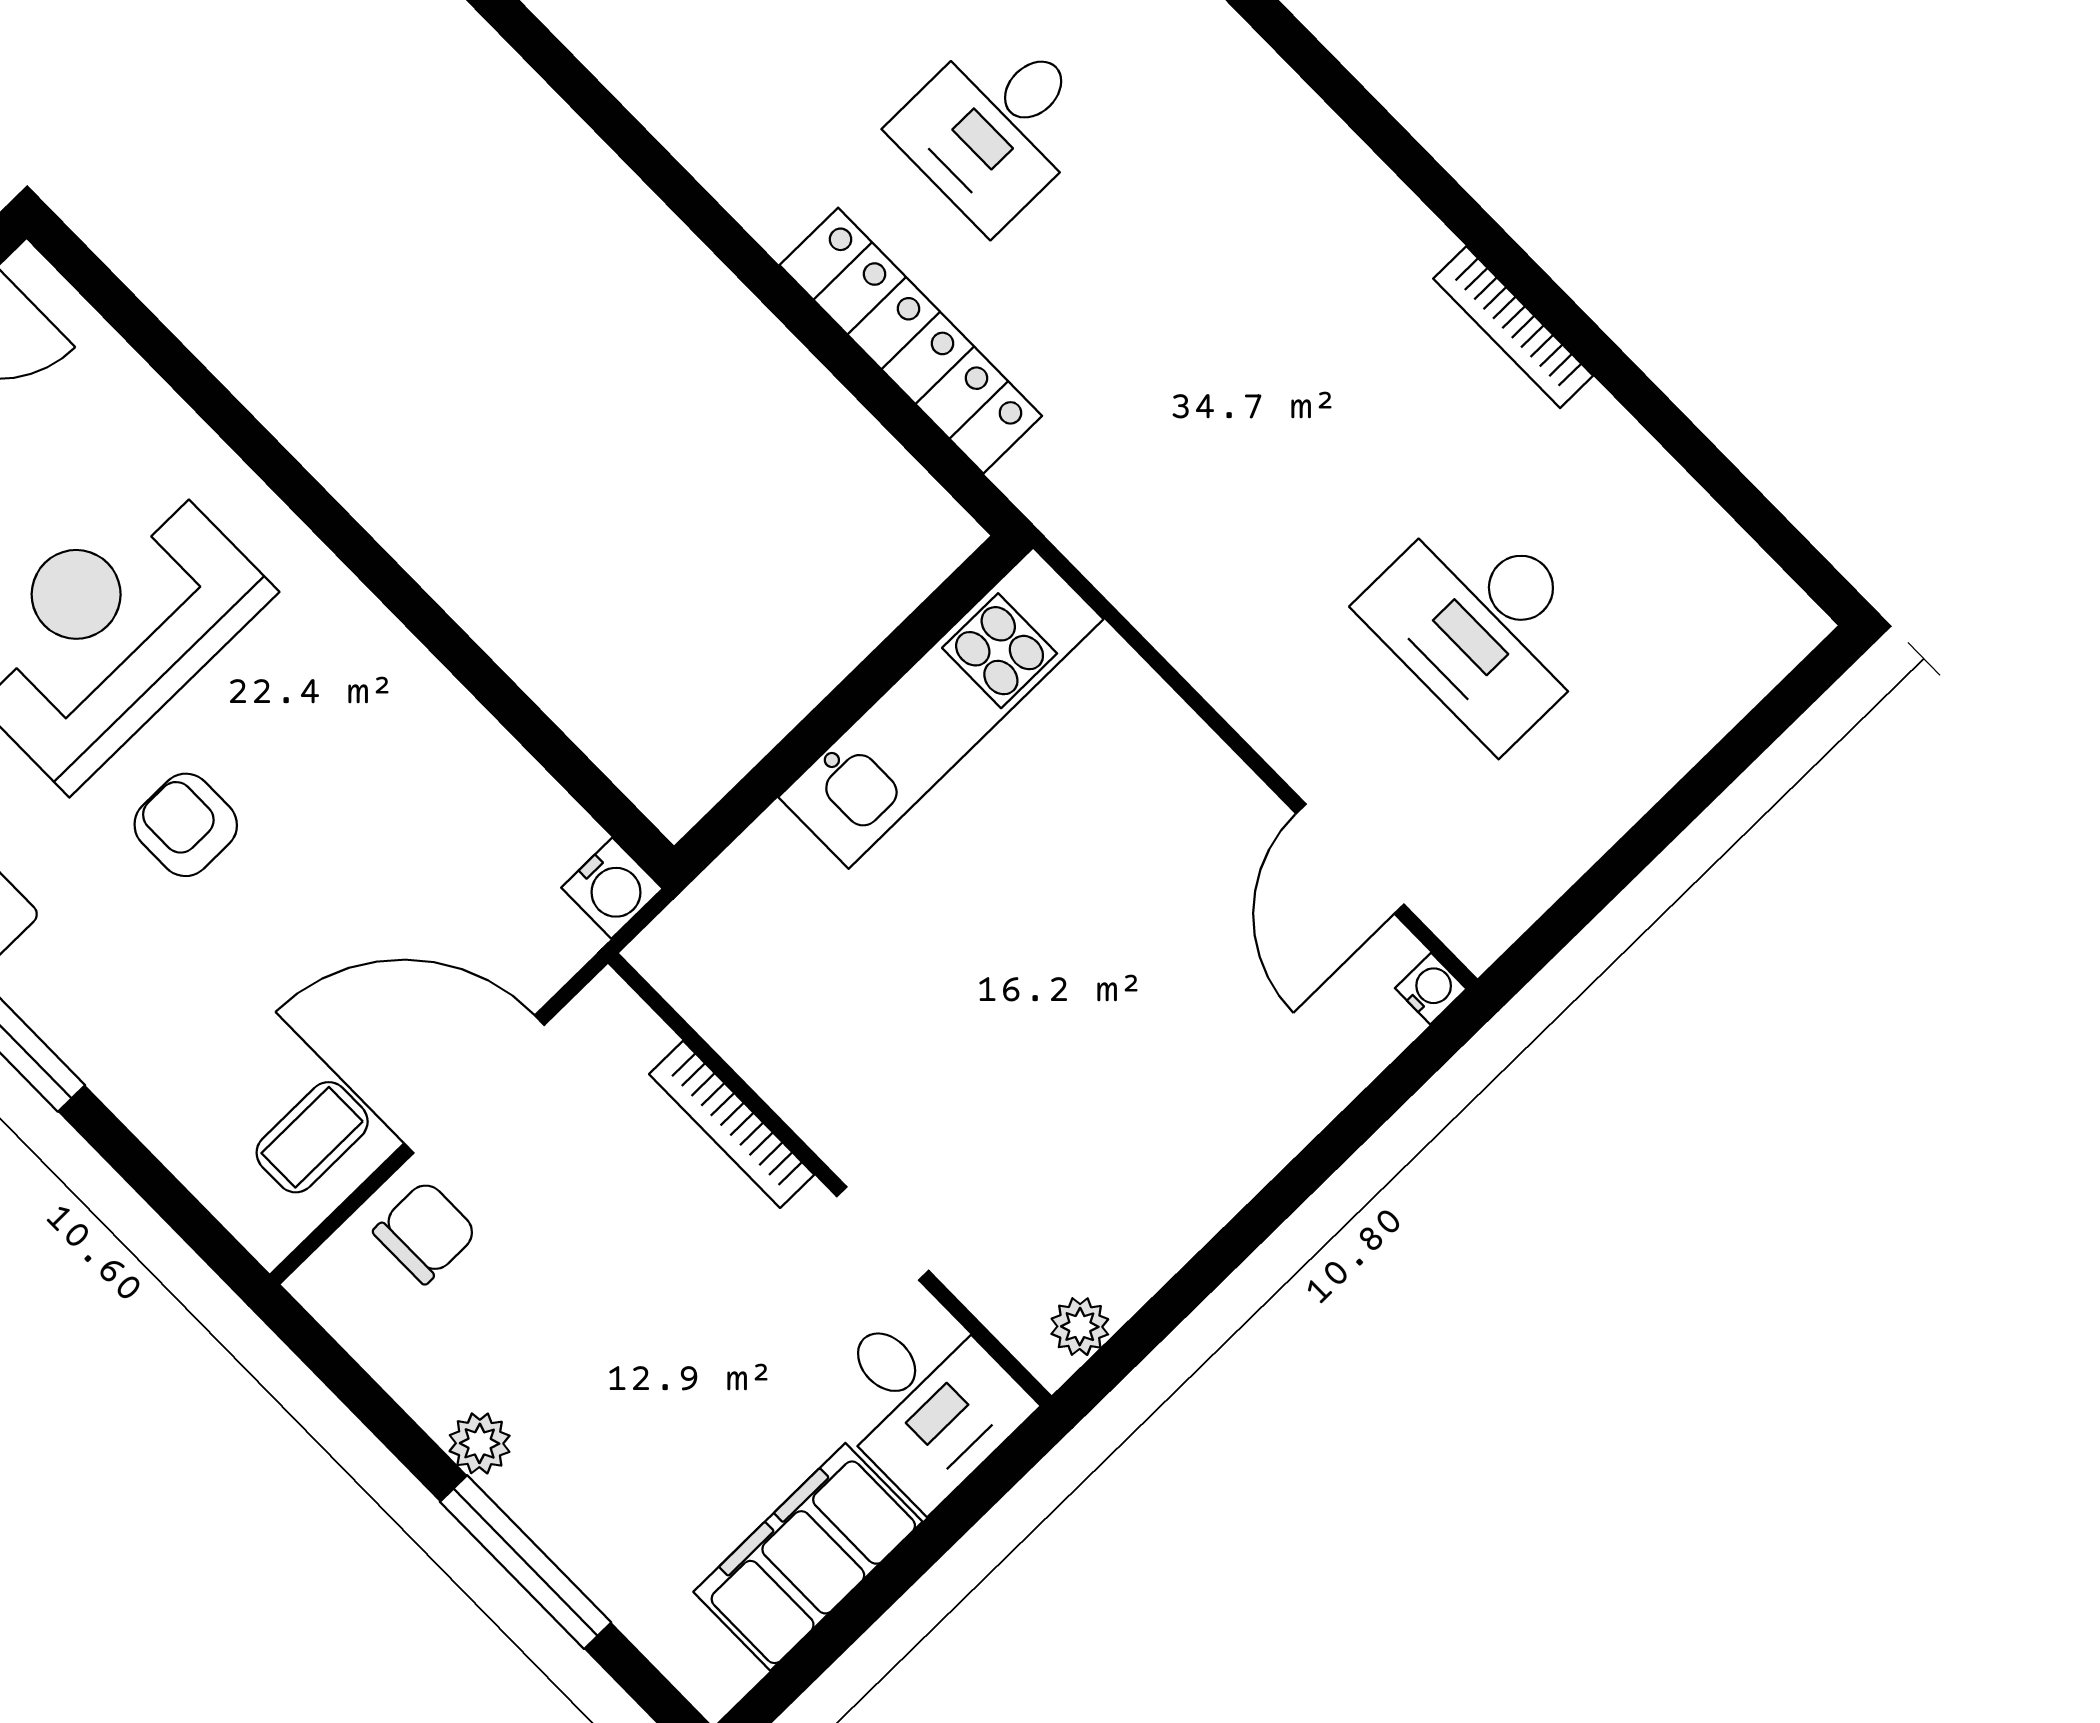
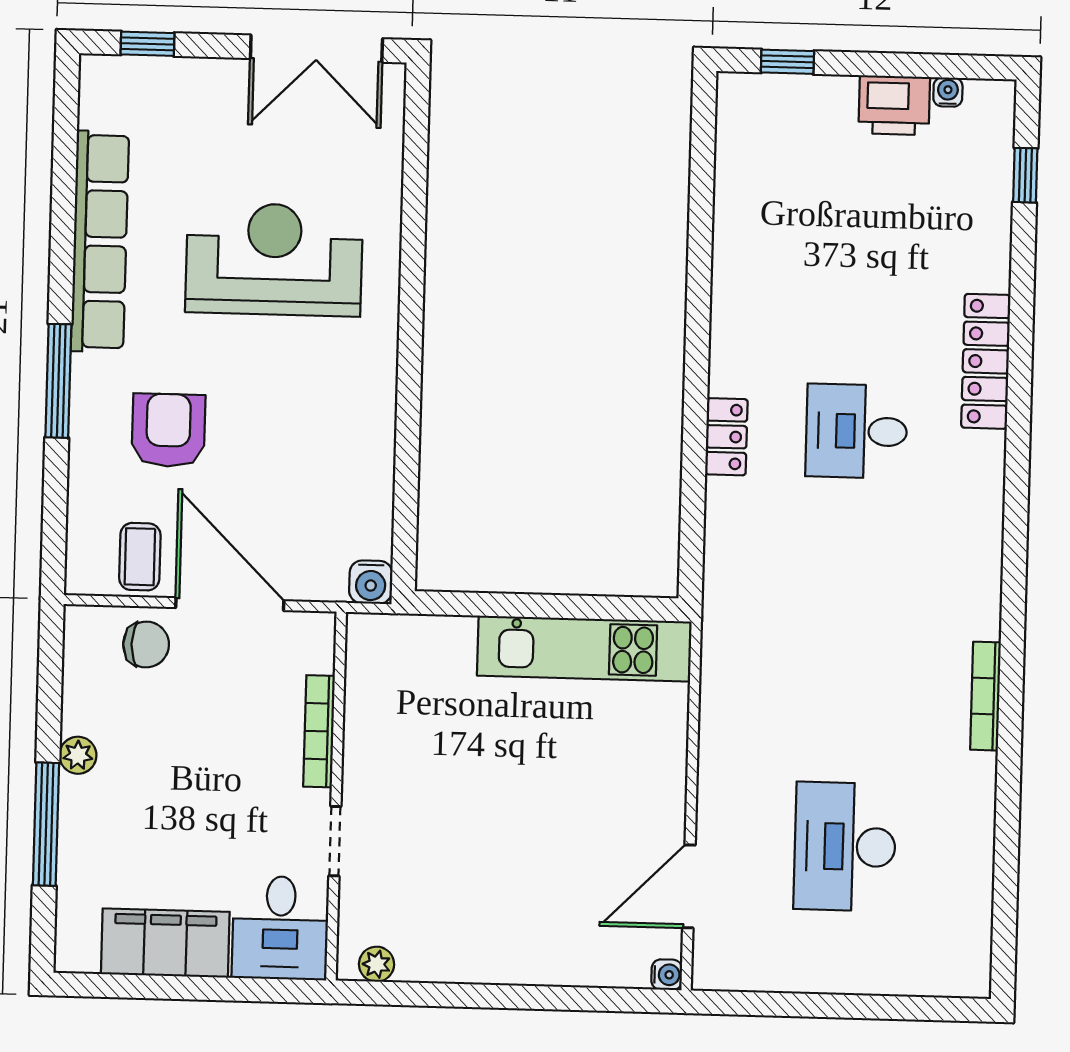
bookcase: (1513, 327) -> (986, 696), moved
locker: (911, 341) -> (726, 437), width x0.46, depth x0.83
armchair: (186, 825) -> (168, 430), moved, width x1.38, depth x1.38
coffee table: (312, 1137) -> (140, 557), turned 90

